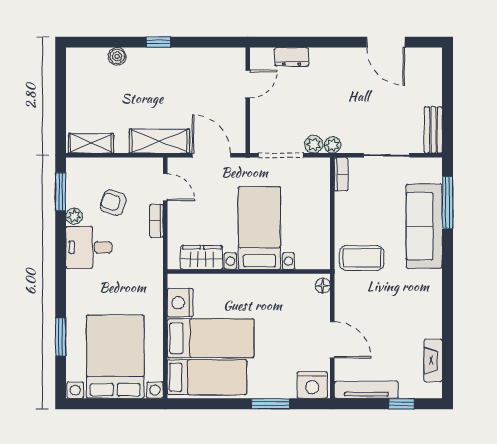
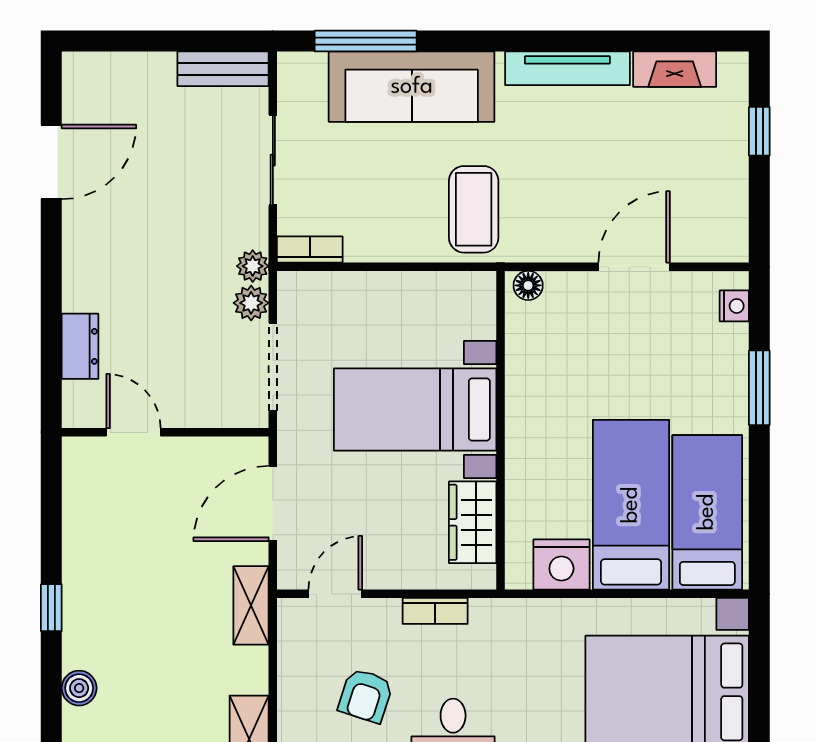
shelving: (159, 141) -> (251, 605), width x0.67, depth x0.75
bookcase: (157, 221) -> (435, 611), moved
nightstand: (312, 385) -> (734, 306), width x0.53, depth x0.56
tv unit: (366, 390) -> (567, 68), moved, turned -90

